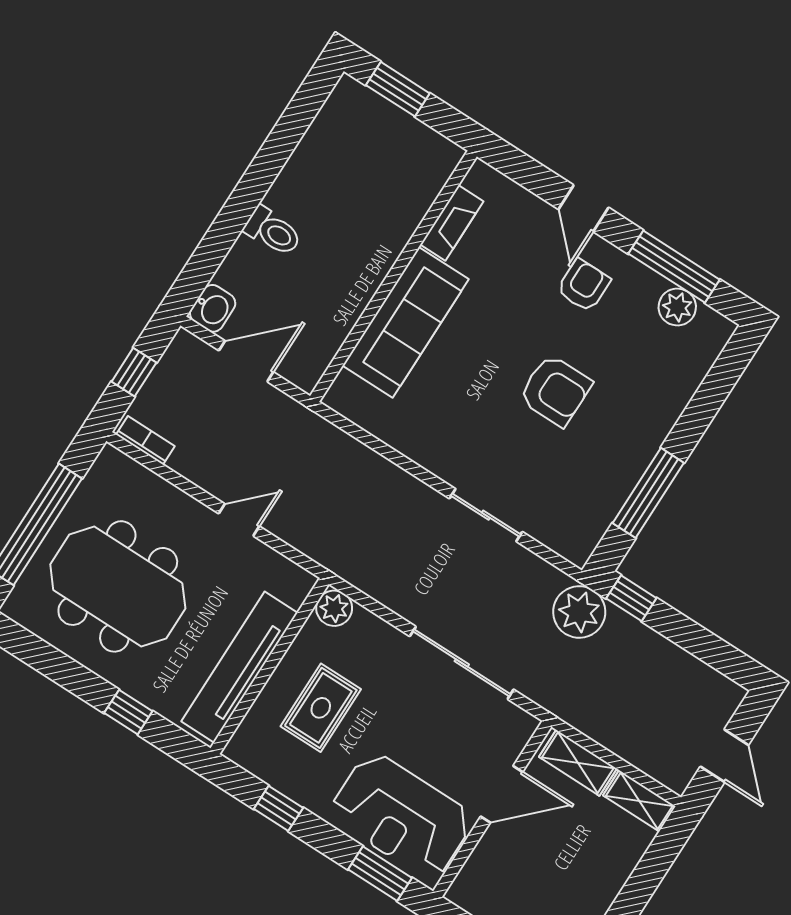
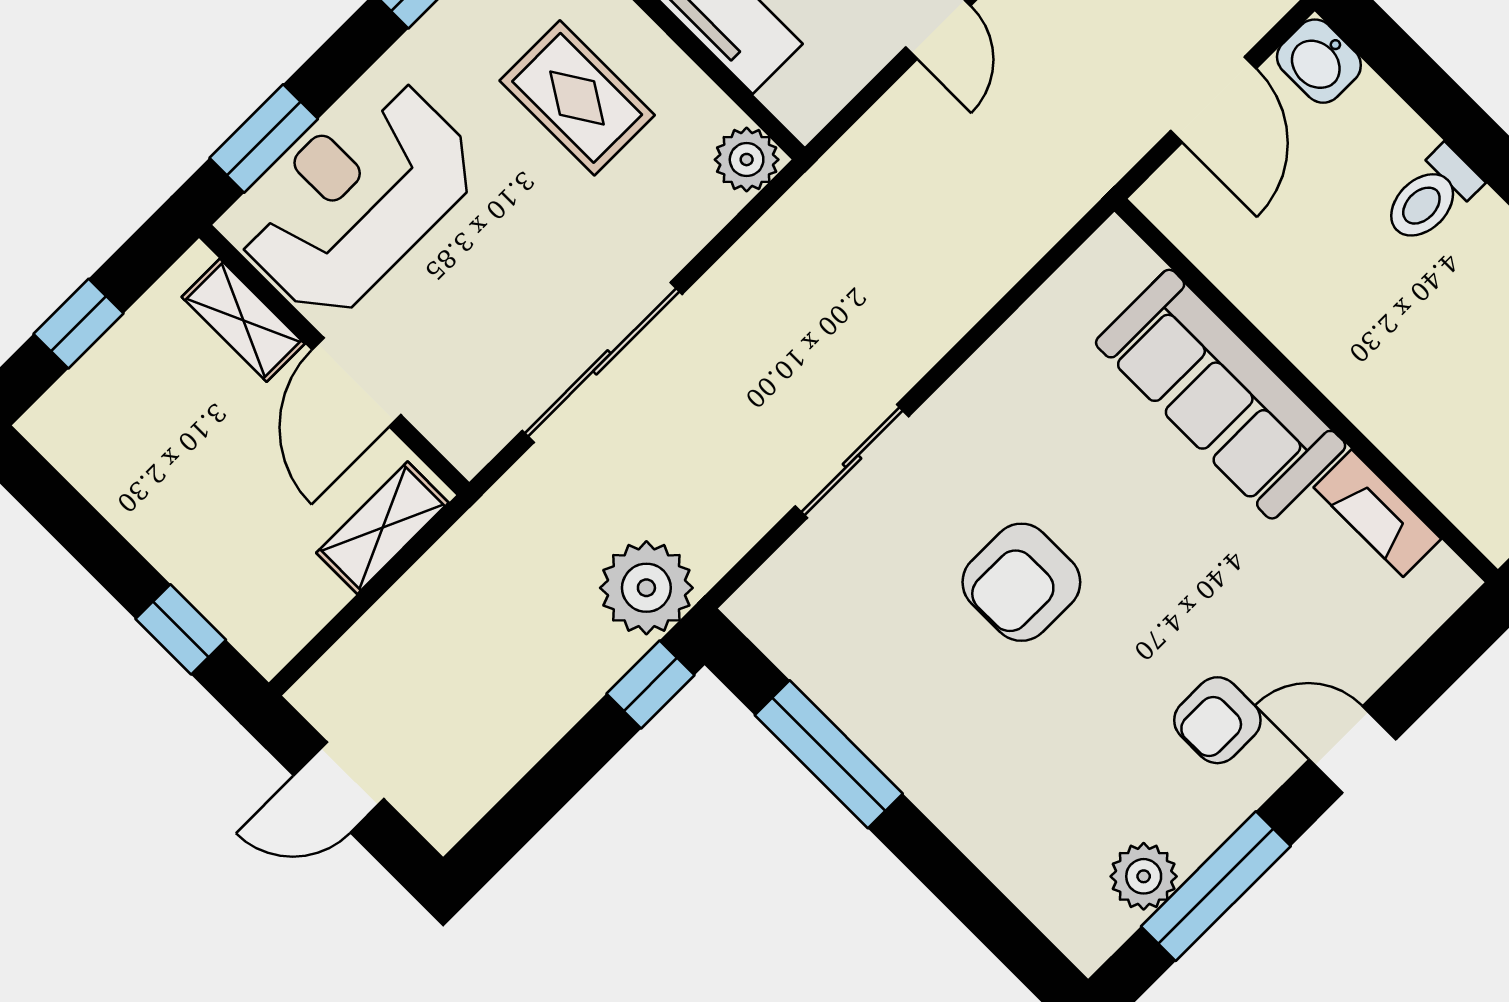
armchair: (584, 285) -> (1217, 720), turned 90
armchair: (555, 390) -> (1021, 582), moved
shelving: (639, 801) -> (243, 320), moved, turned 90
window: (657, 861) -> (181, 629), added

